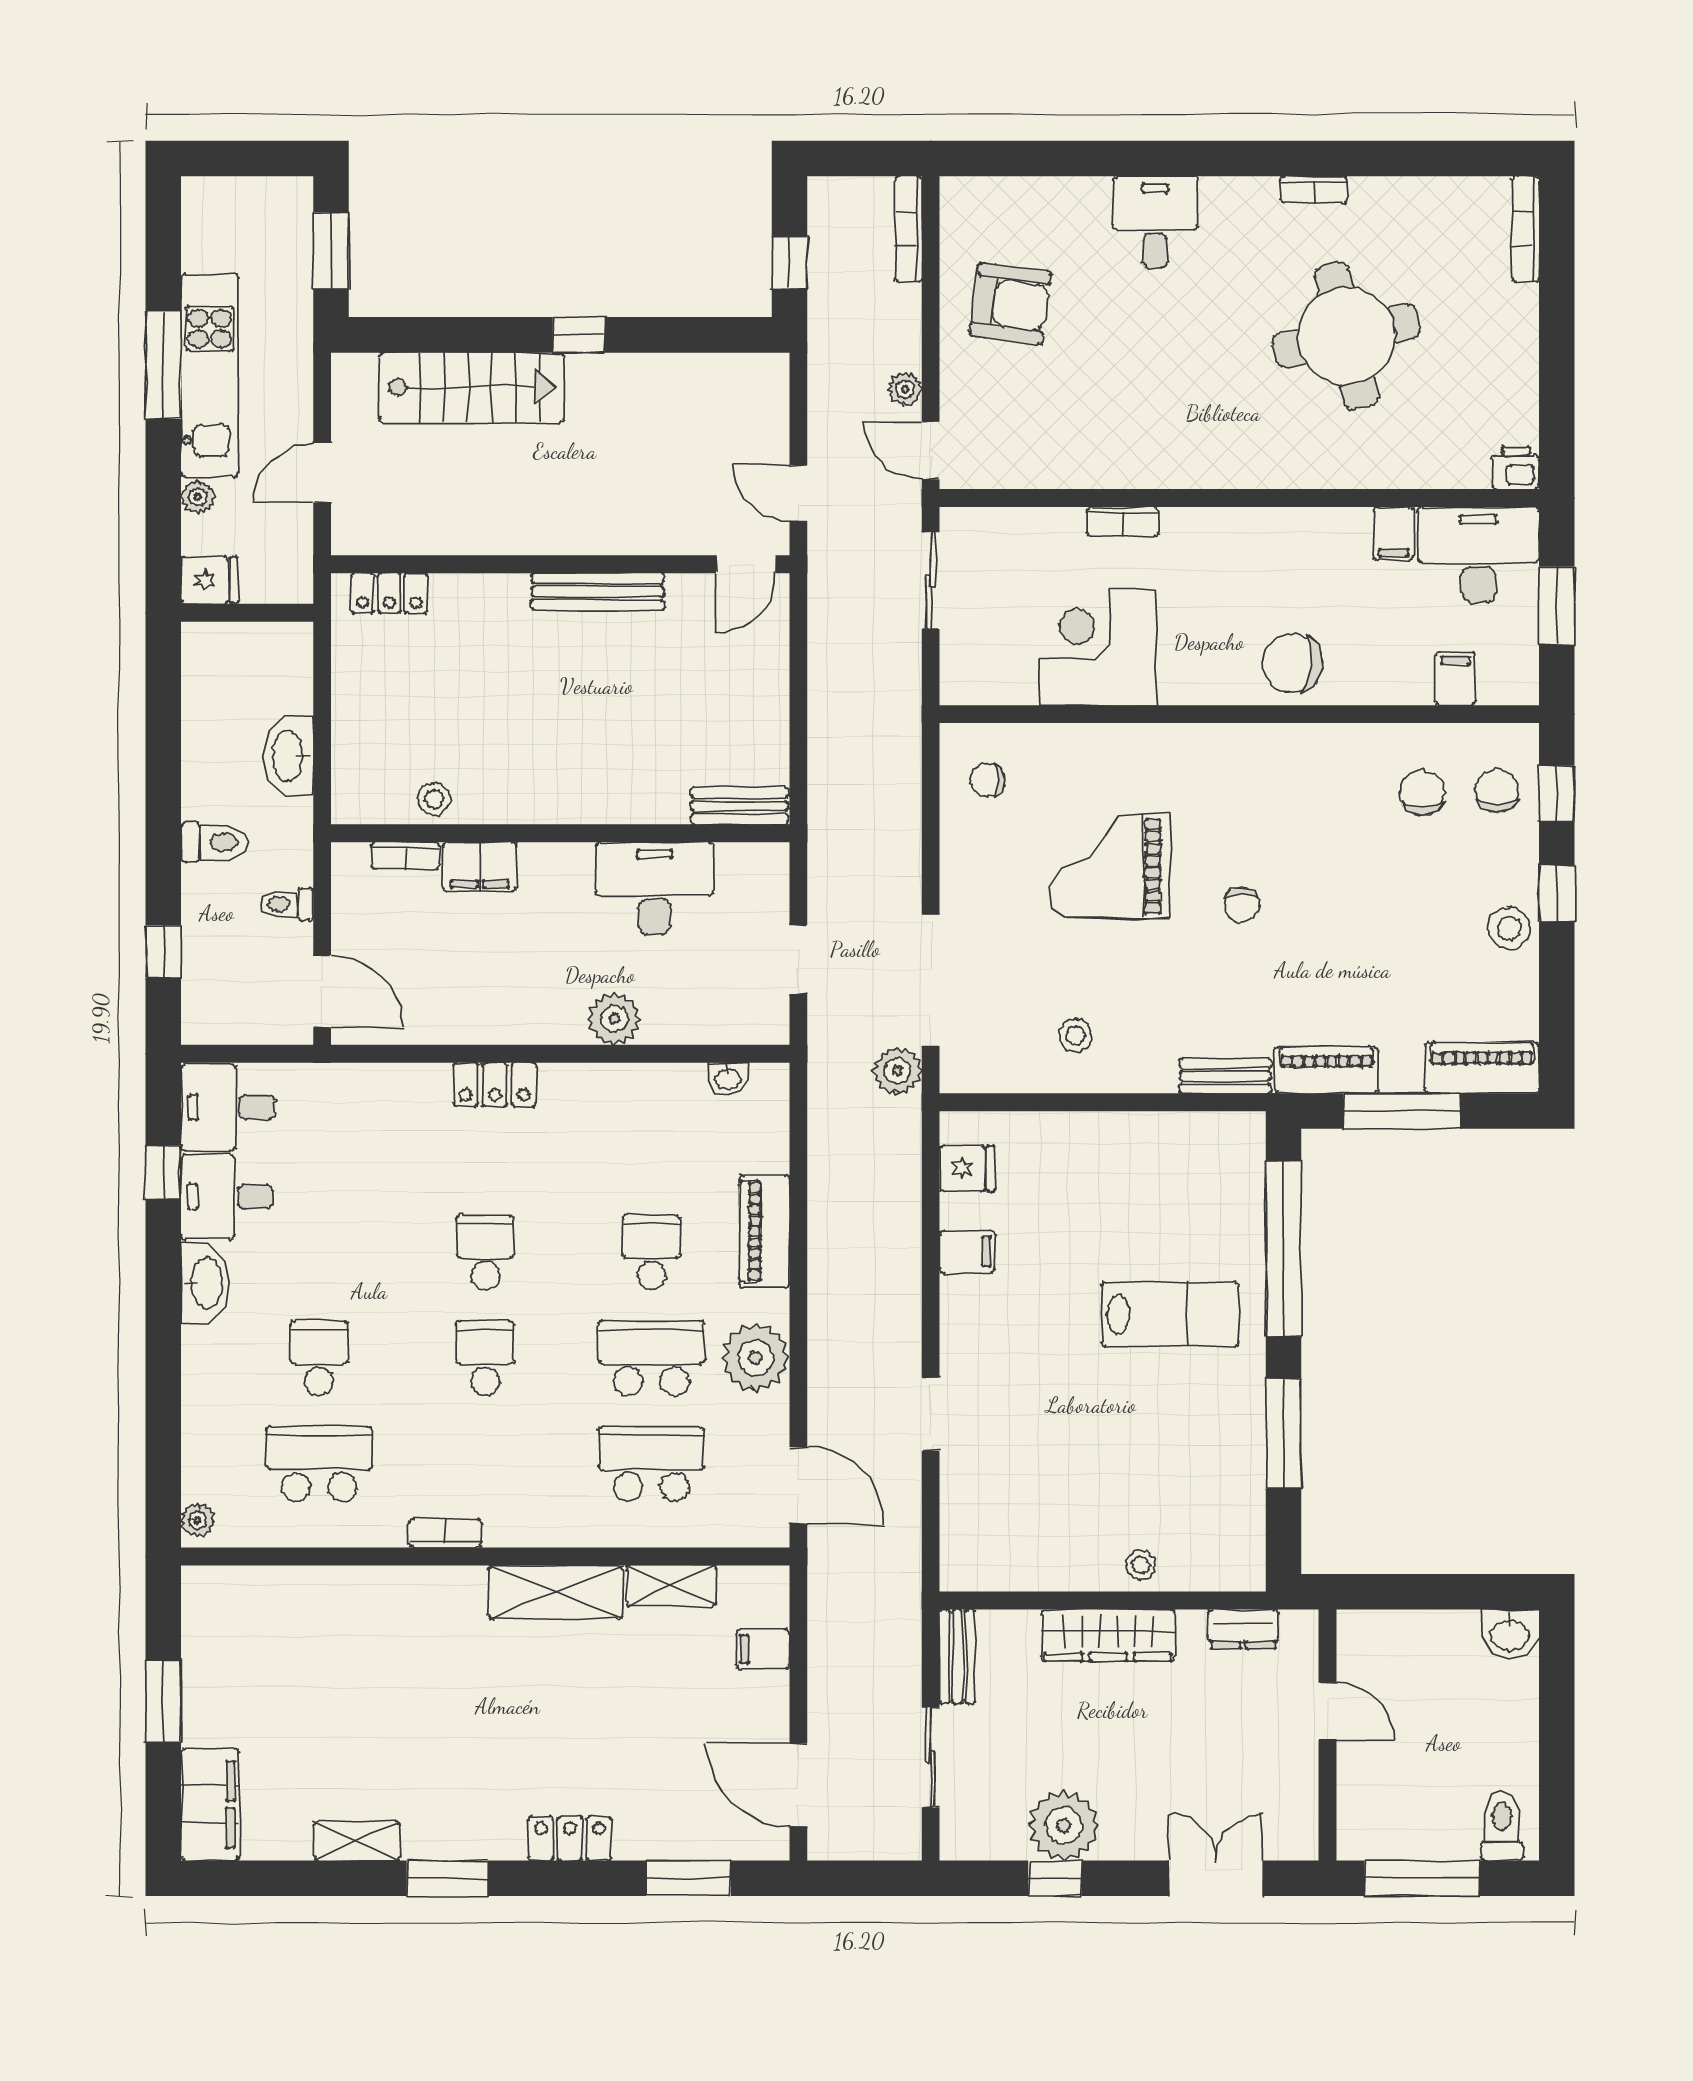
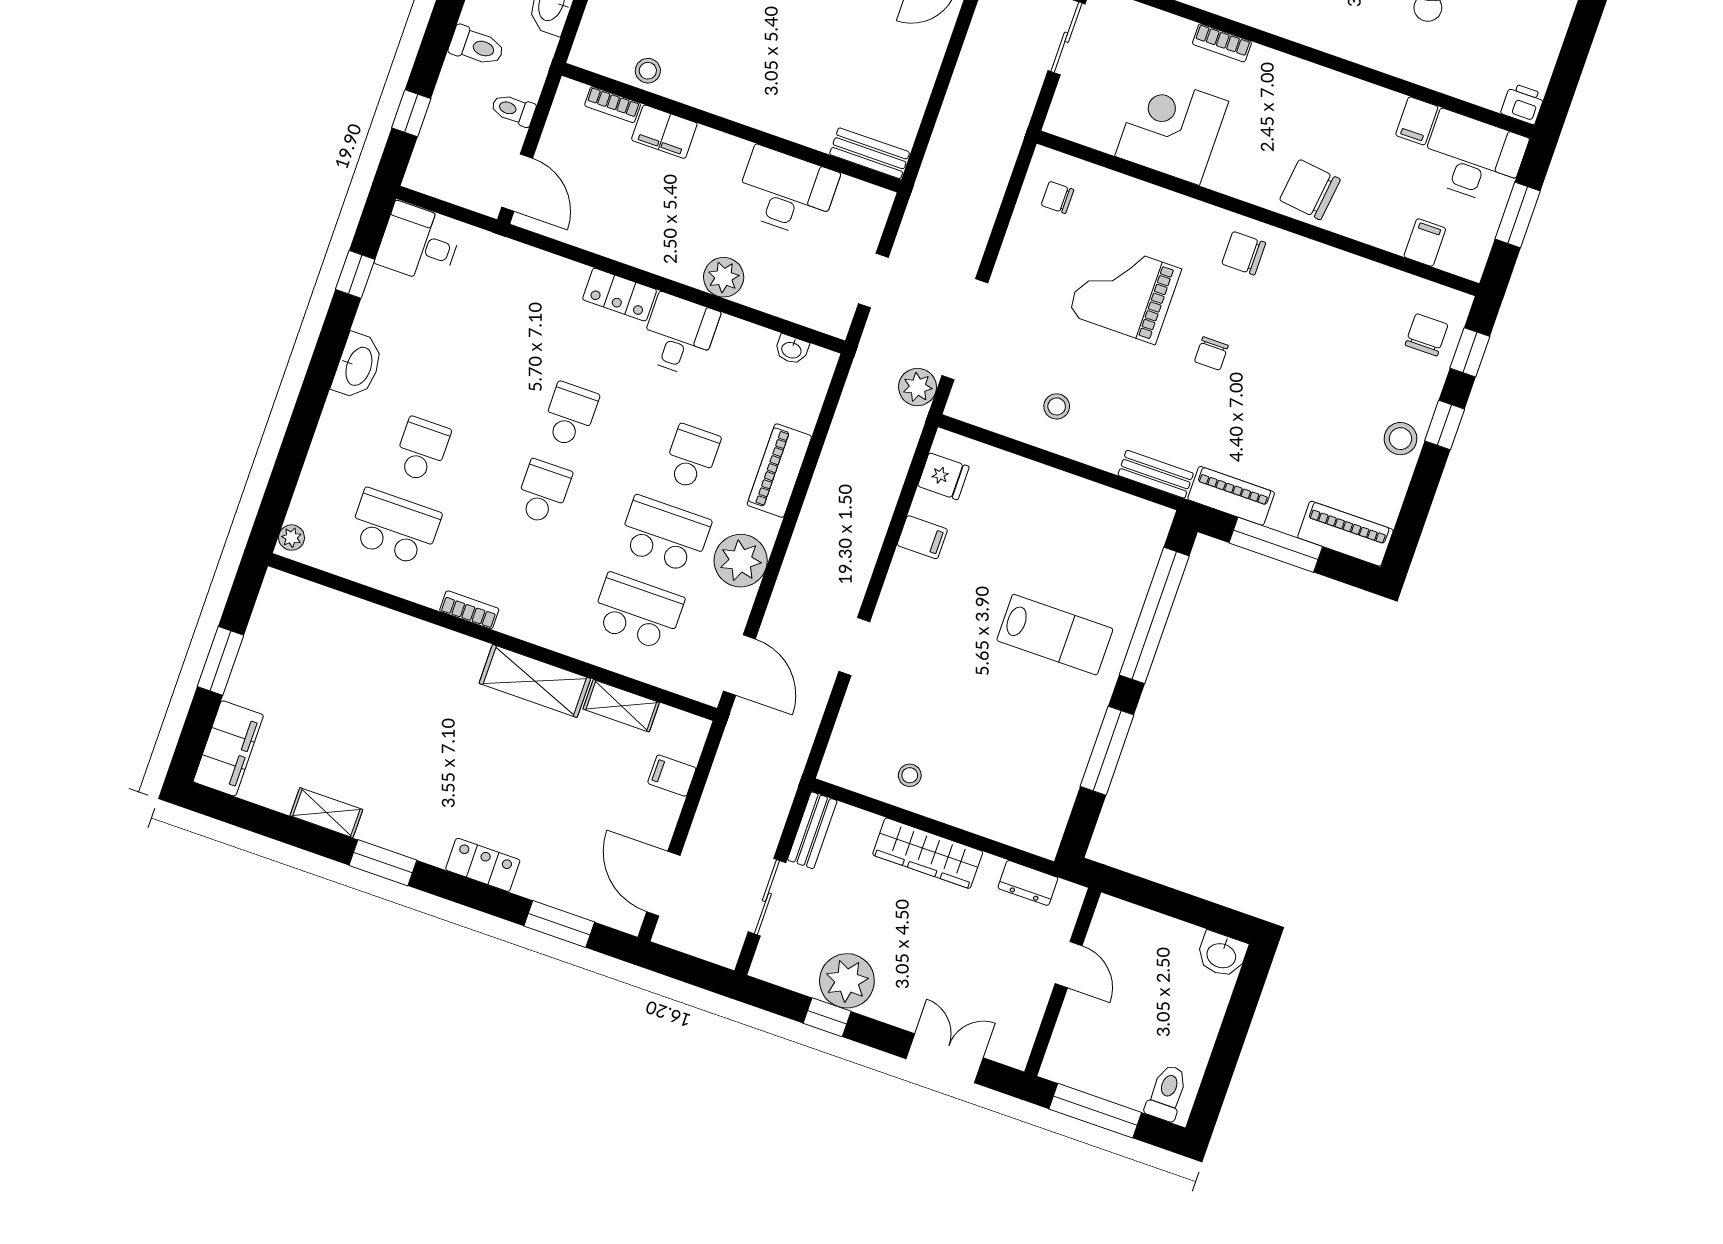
chair: (1422, 793) -> (1244, 253), moved, turned -90
desk: (227, 1197) -> (679, 335), moved, turned 90
stool: (1141, 1565) -> (910, 775), moved

